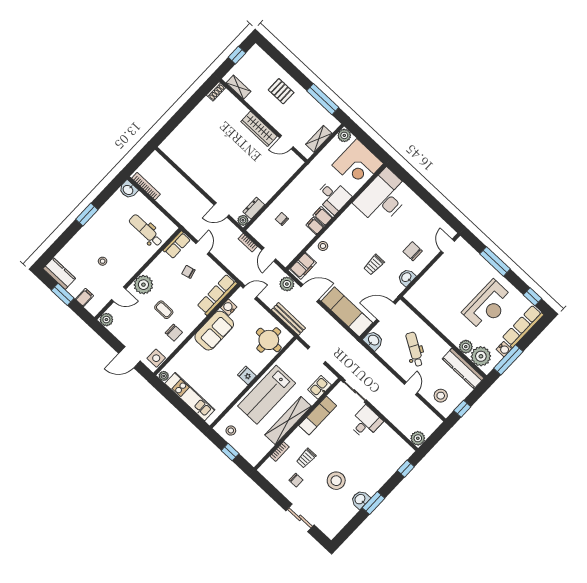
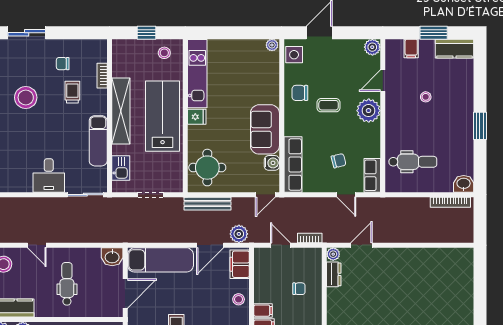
dental chair: (415, 349) -> (67, 284), turned -121
kitchen unit: (190, 397) -> (197, 74), moved, turned -90

